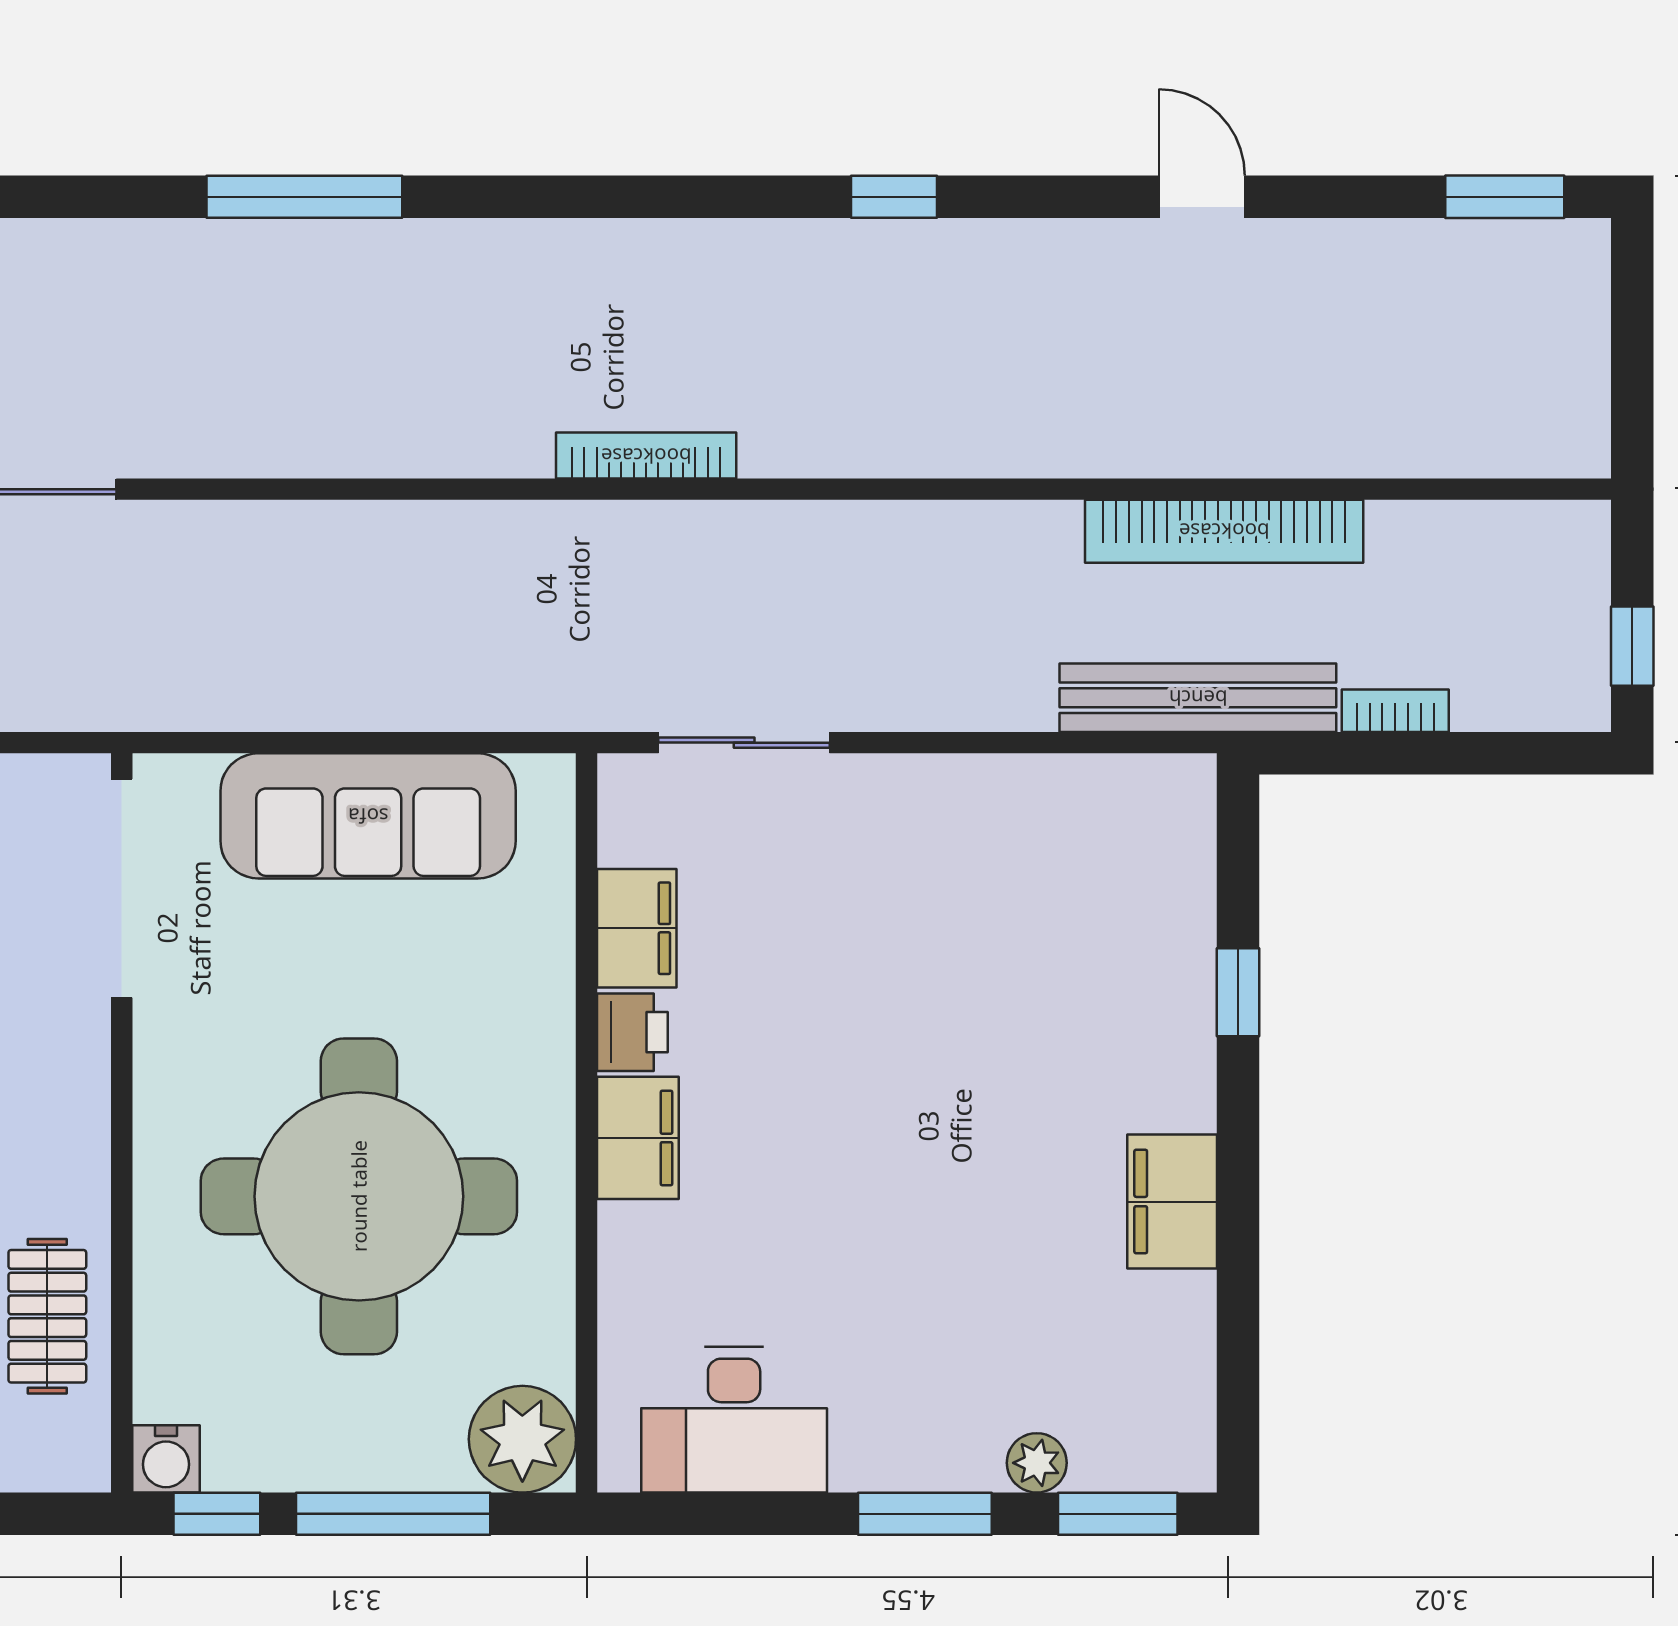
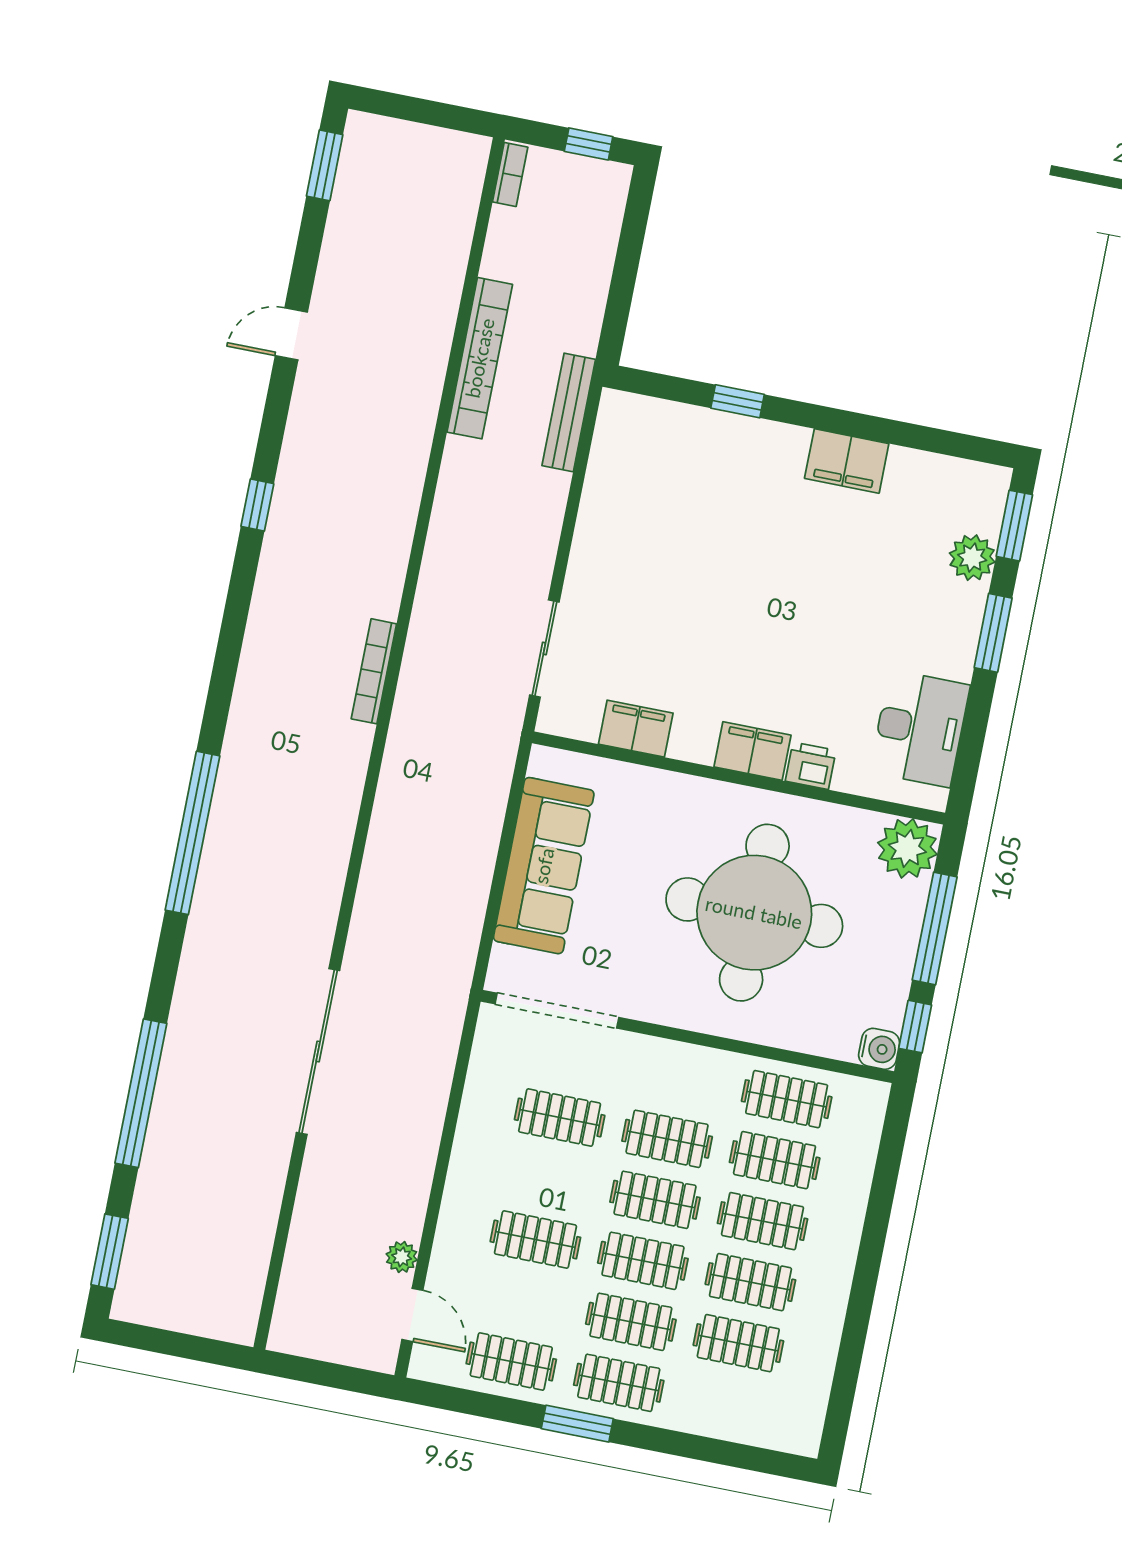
window: (304, 197) -> (192, 833), width x1.46
bench: (1198, 698) -> (569, 412), width x0.73, depth x0.82
bookcase: (1395, 711) -> (510, 175), moved, turned 180
printer: (632, 1032) -> (811, 766), moved
plant: (1037, 1463) -> (972, 558), width x1.38, depth x1.38

